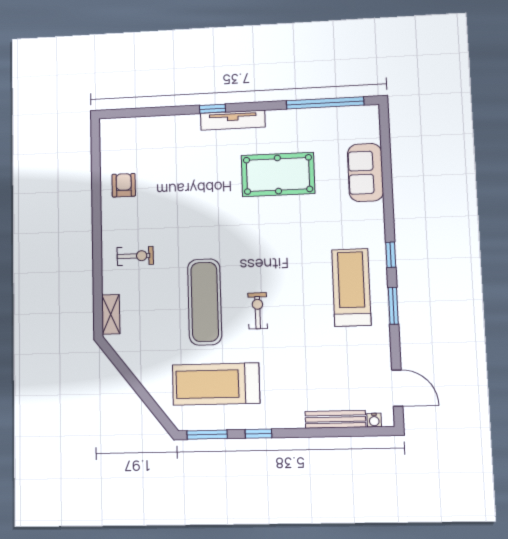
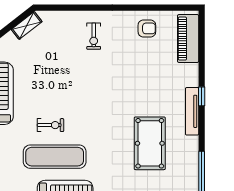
piano: (136, 130) -> (188, 39), added
exercise mat: (205, 302) -> (55, 157), moved
shelving: (111, 314) -> (27, 26), moved, turned -38

